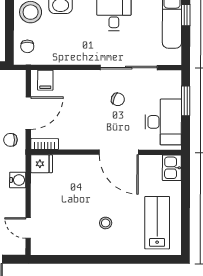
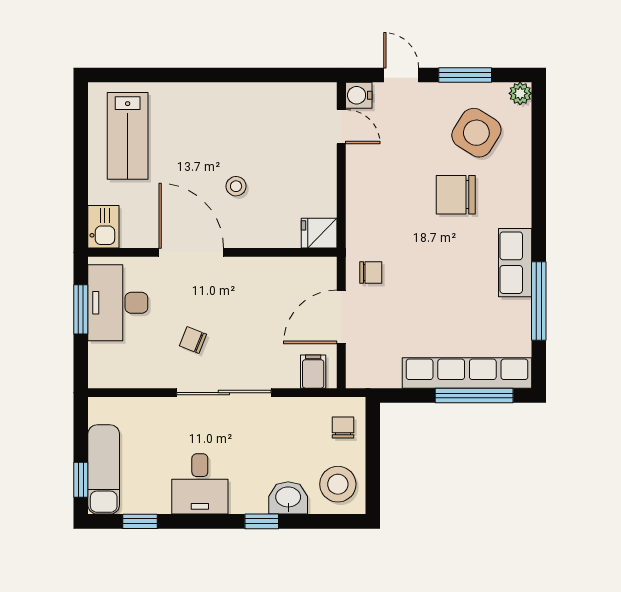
sliding door: (129, 68) -> (224, 393), moved
window: (186, 101) -> (81, 309), moved
bookcase: (45, 144) -> (314, 266), removed
water cooler: (18, 180) -> (359, 95), moved
stool: (106, 223) -> (236, 186), moved

